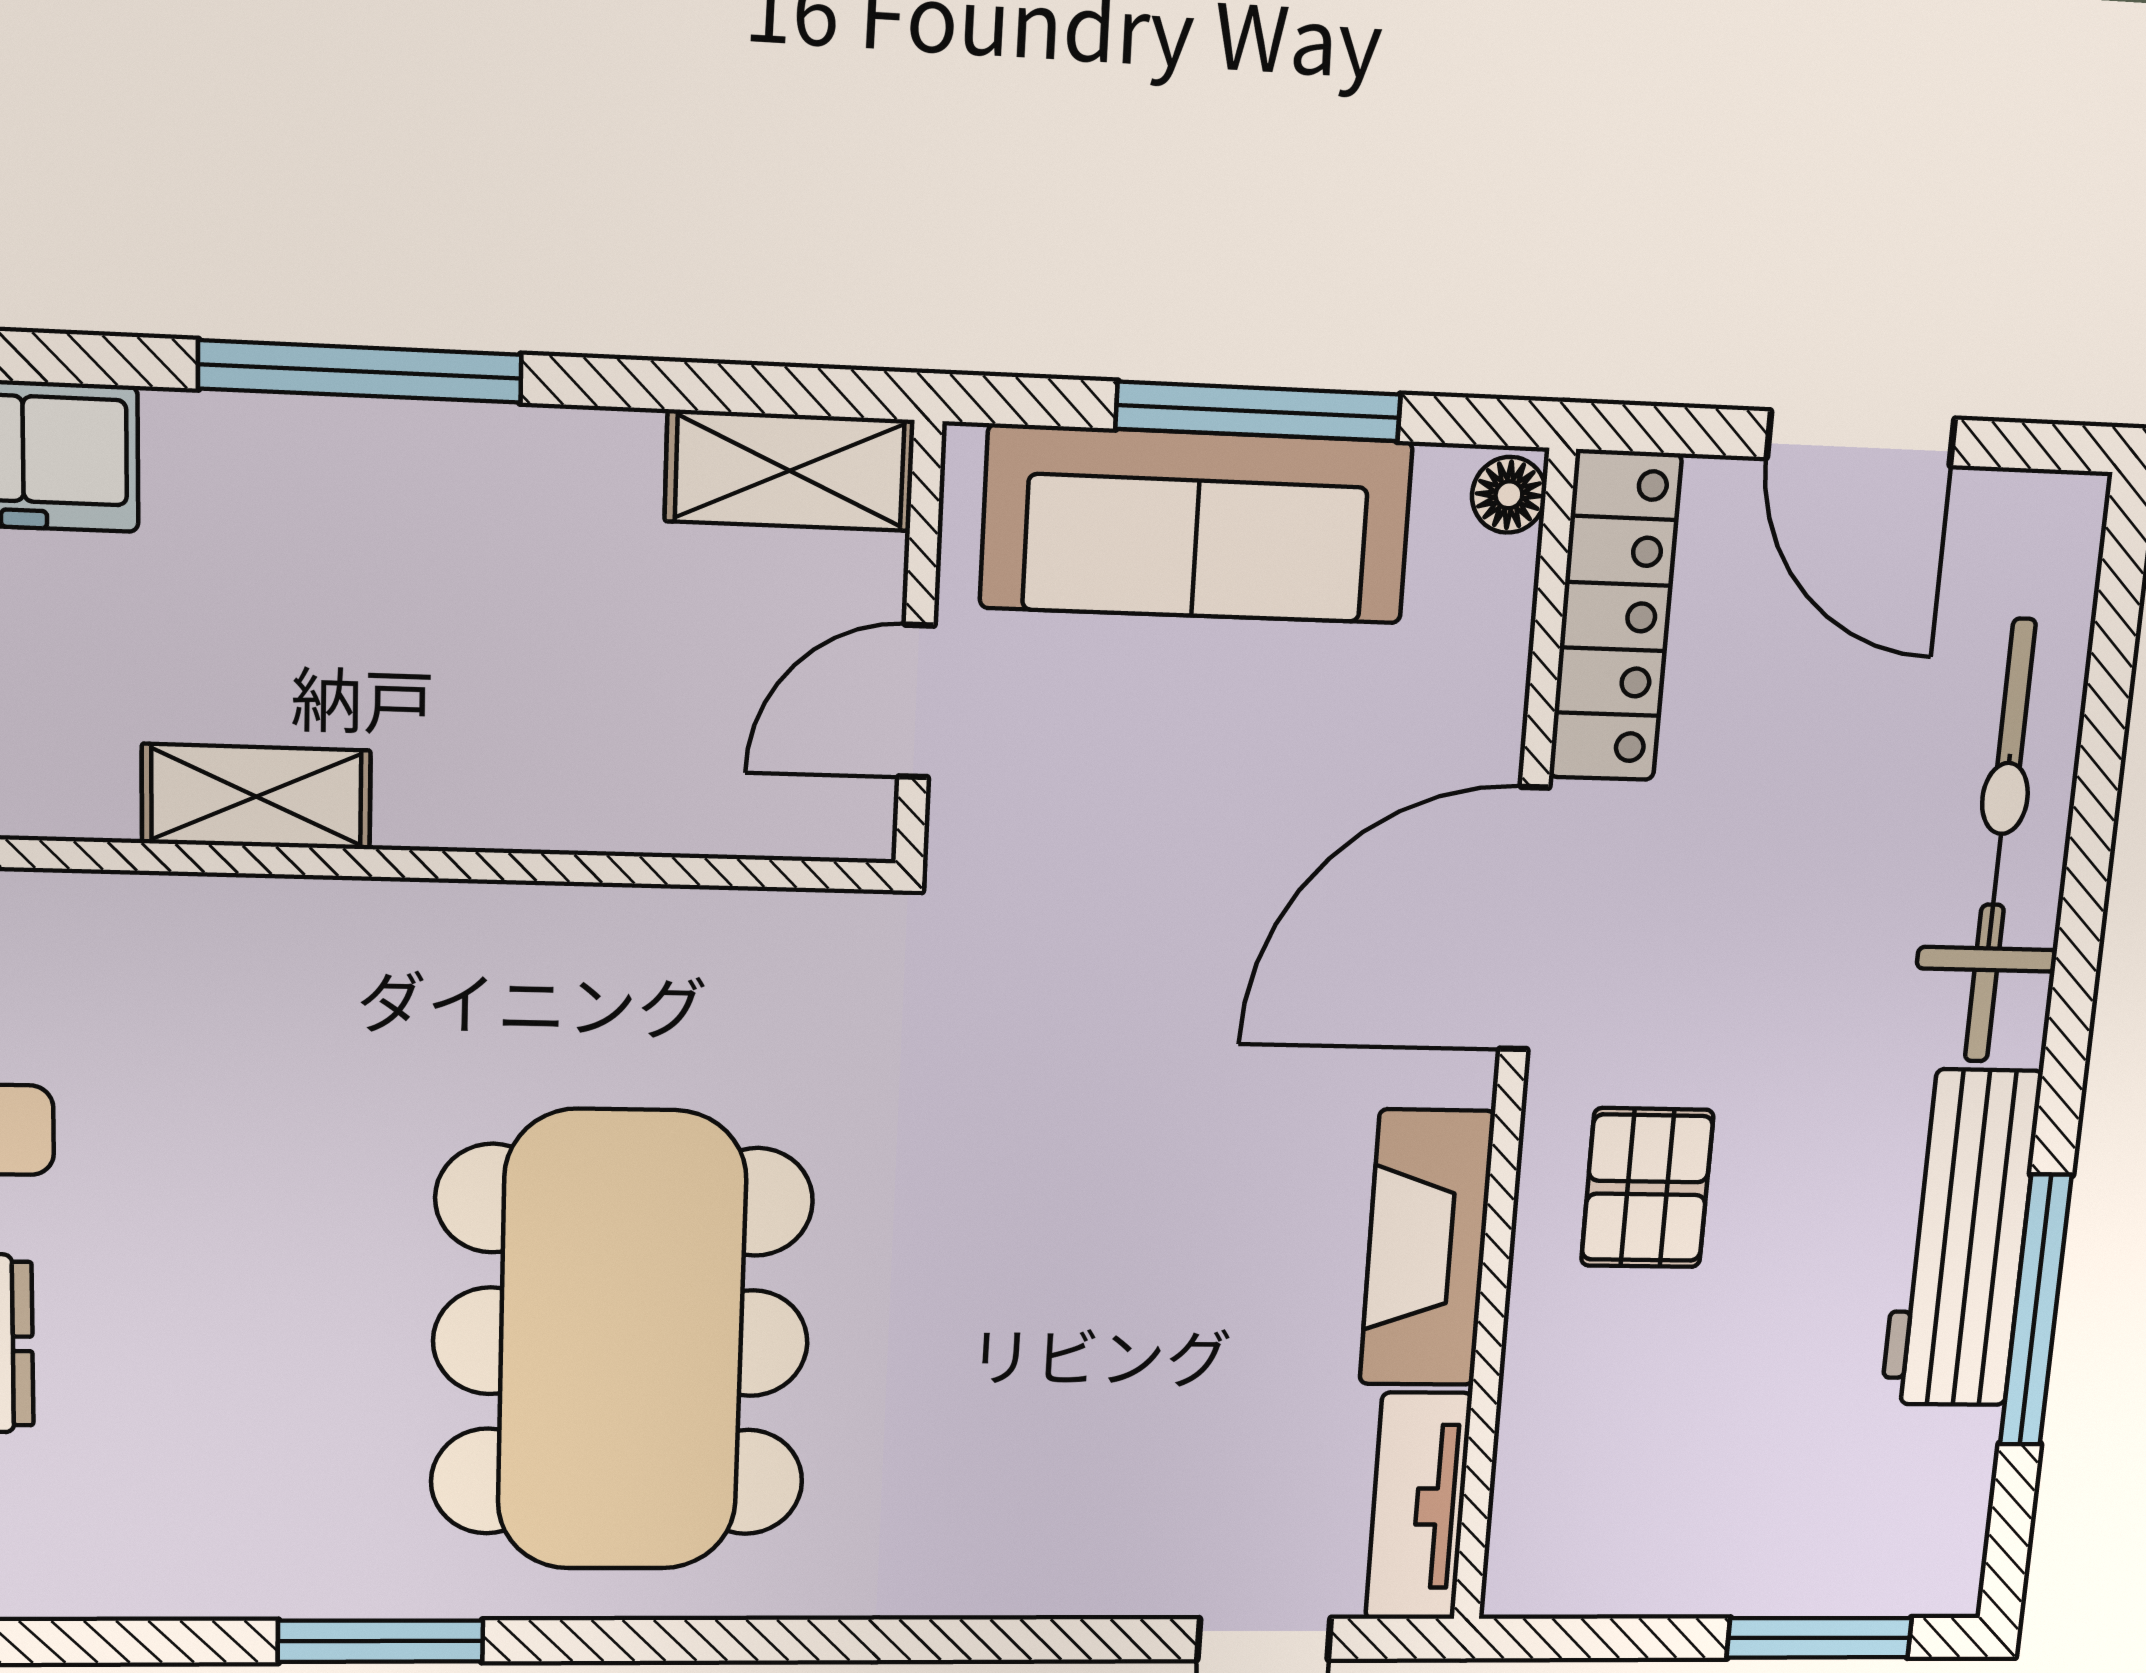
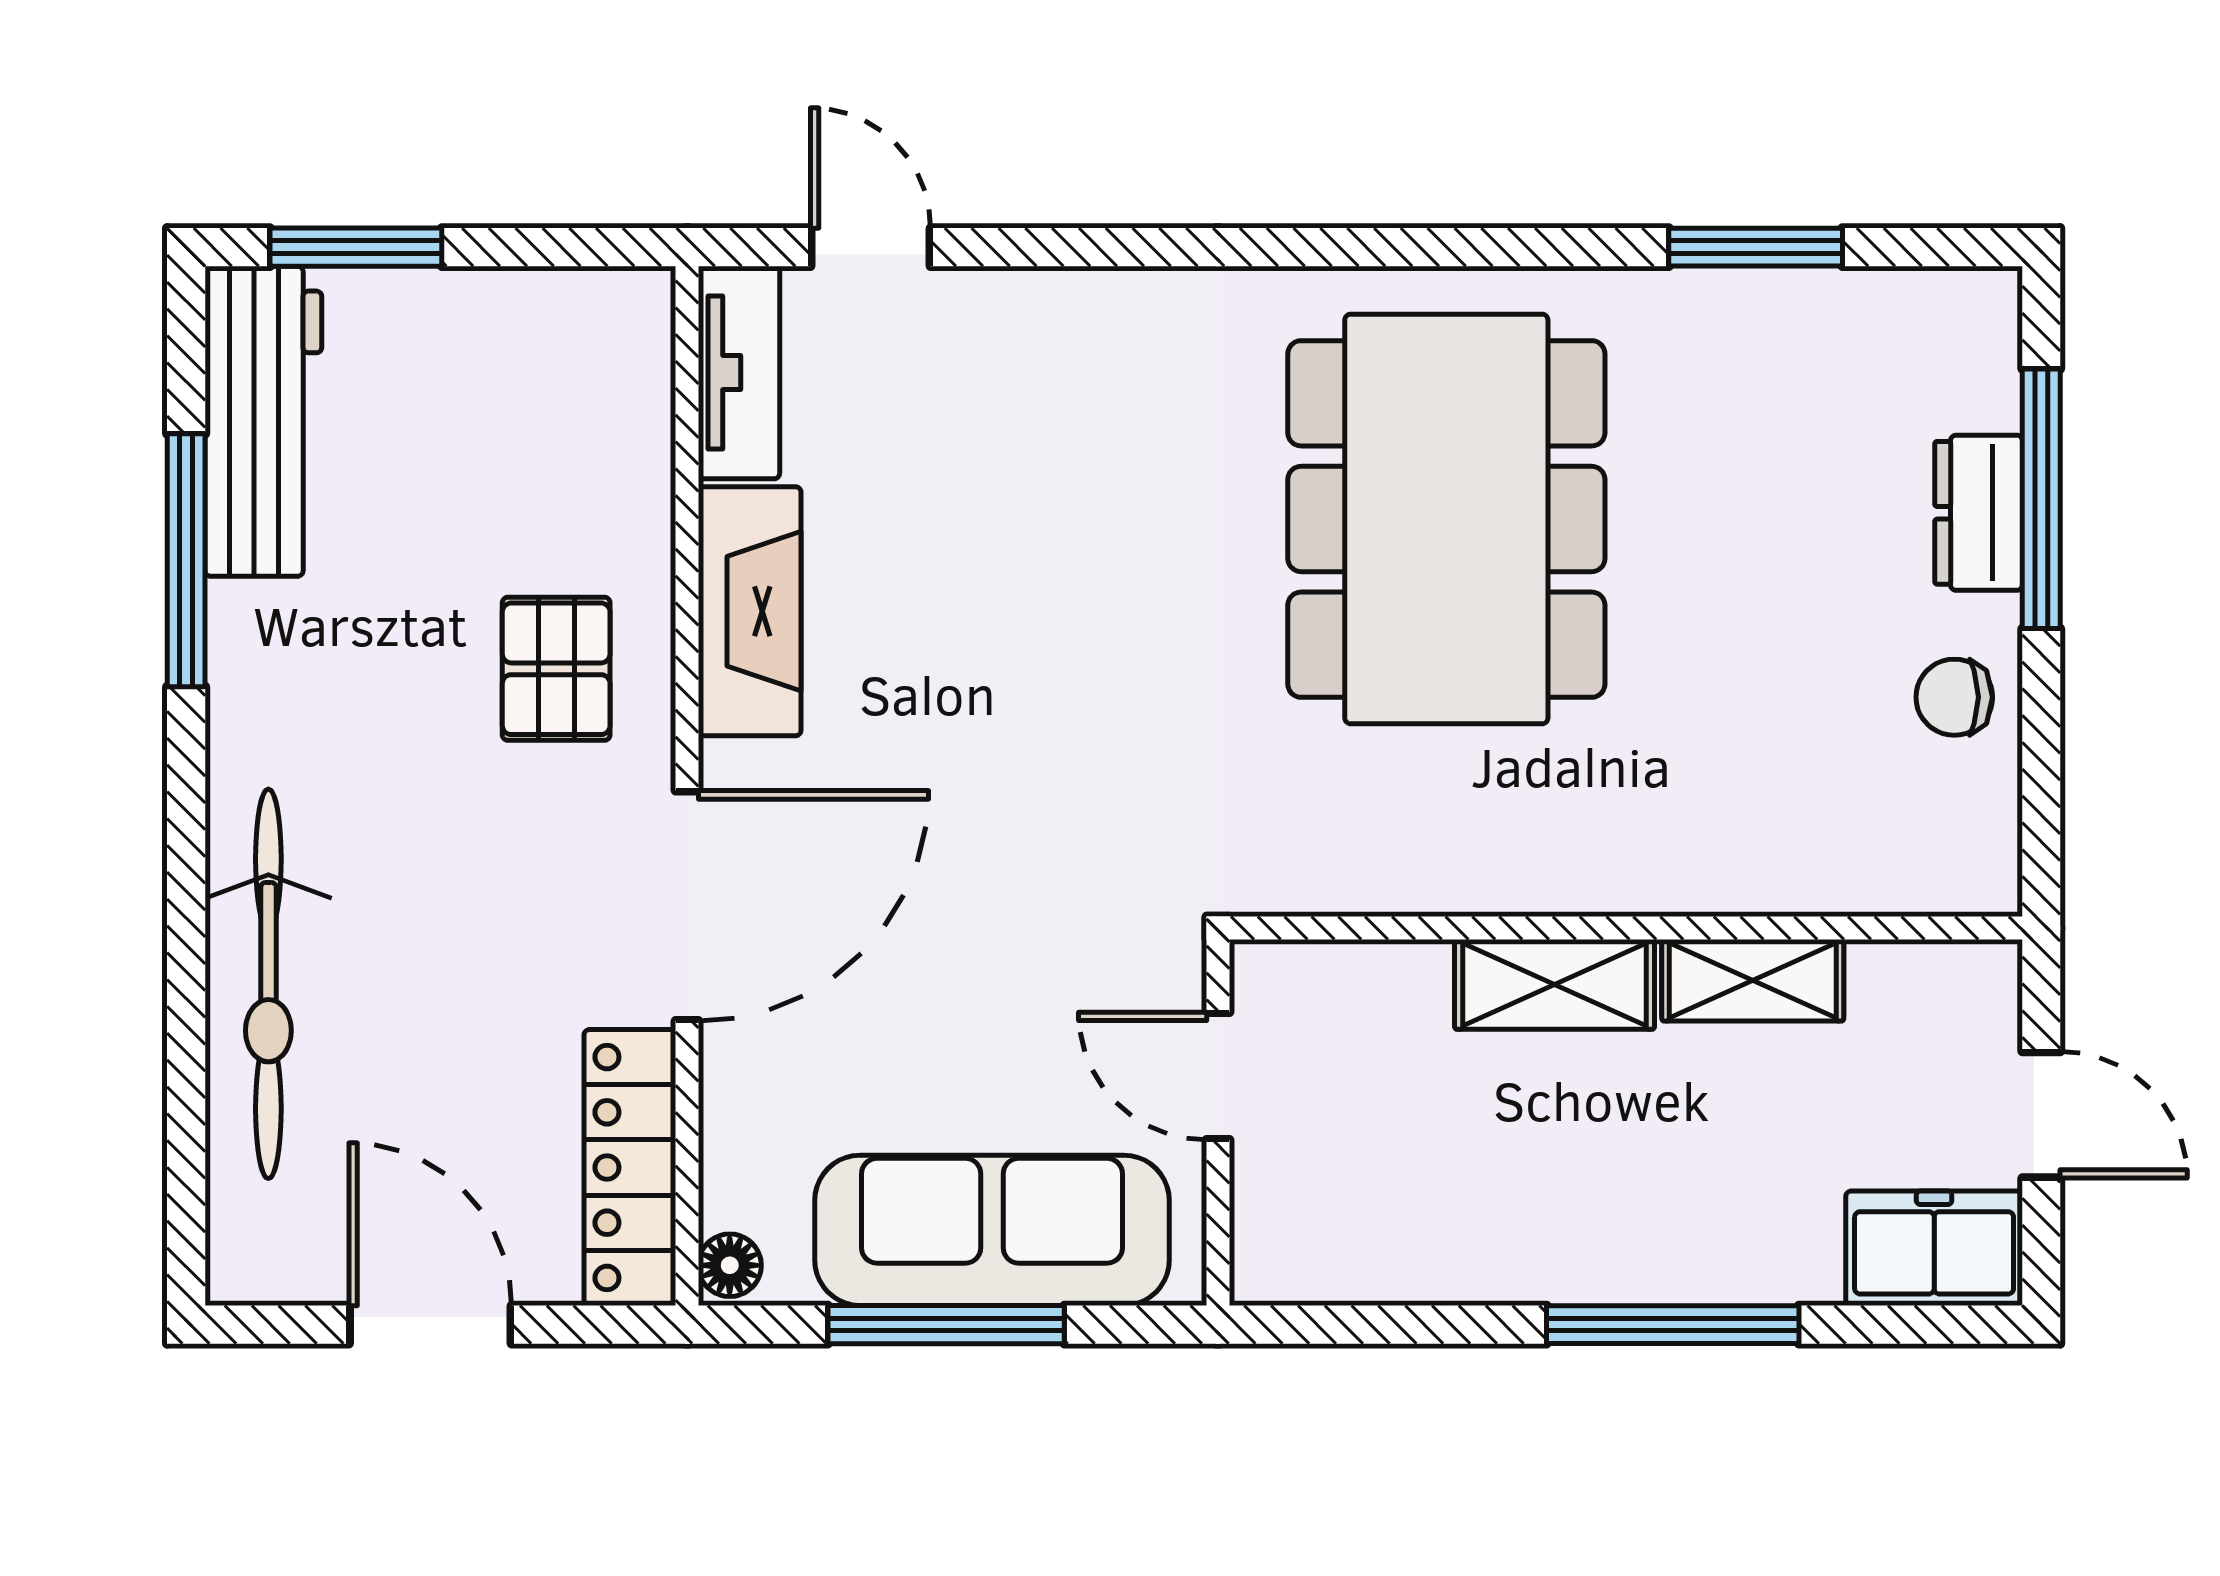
shelving: (790, 471) -> (1555, 984), moved
door: (916, 701) -> (1218, 1076), swing flipped
workbench: (1961, 1239) -> (263, 421), moved
window: (381, 1641) -> (1756, 247), moved

